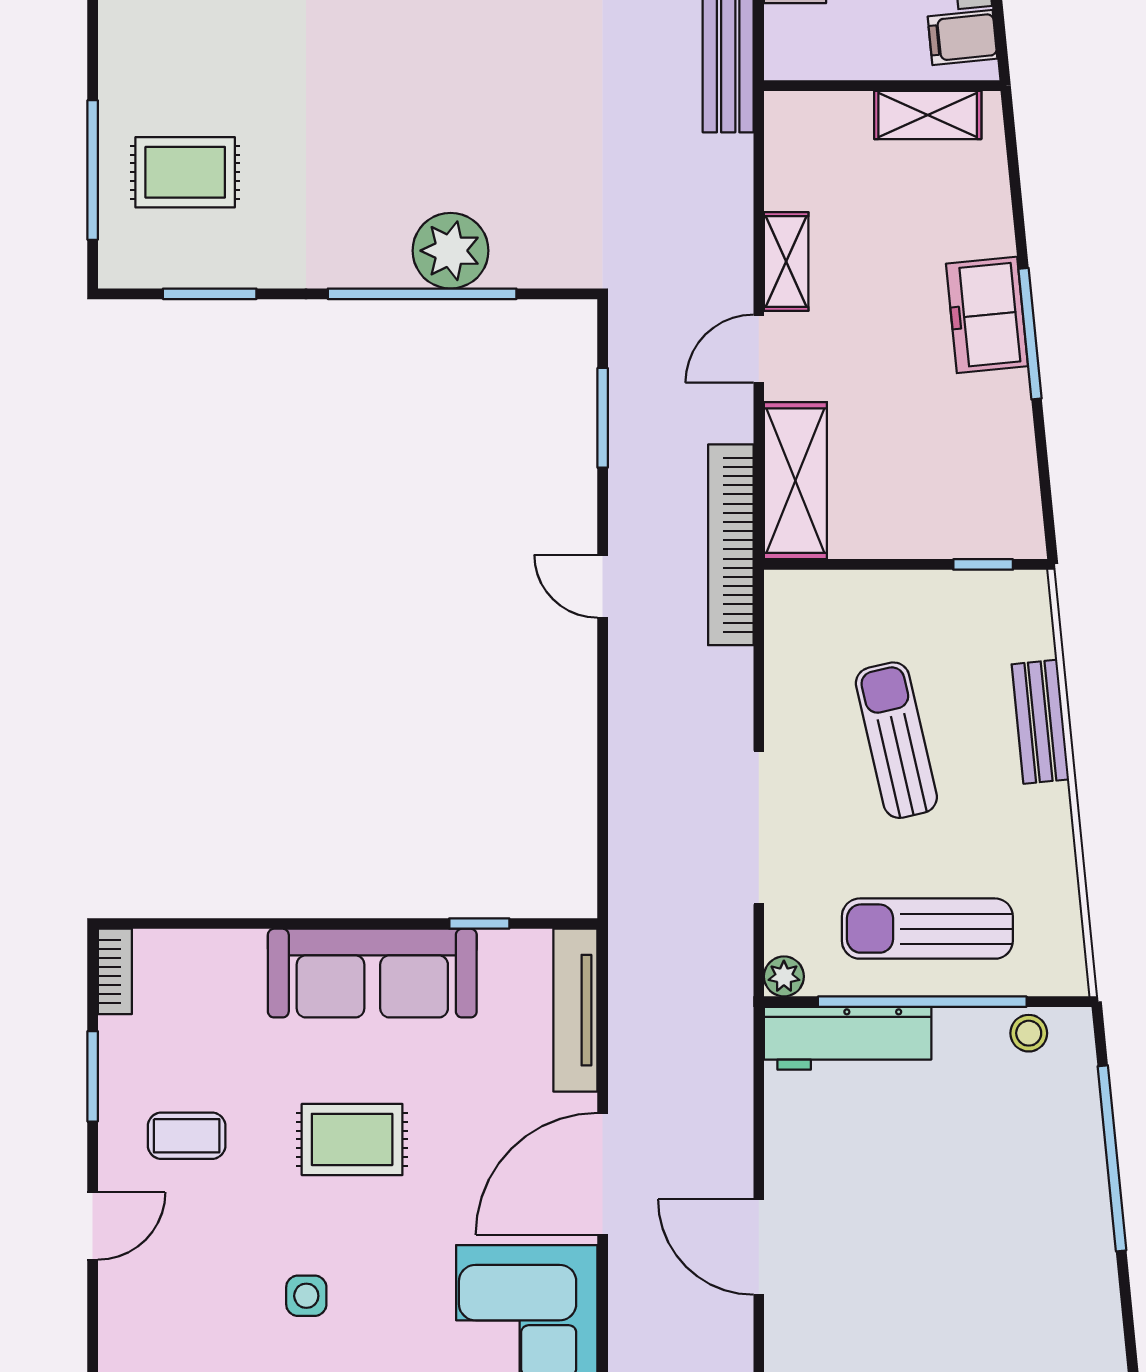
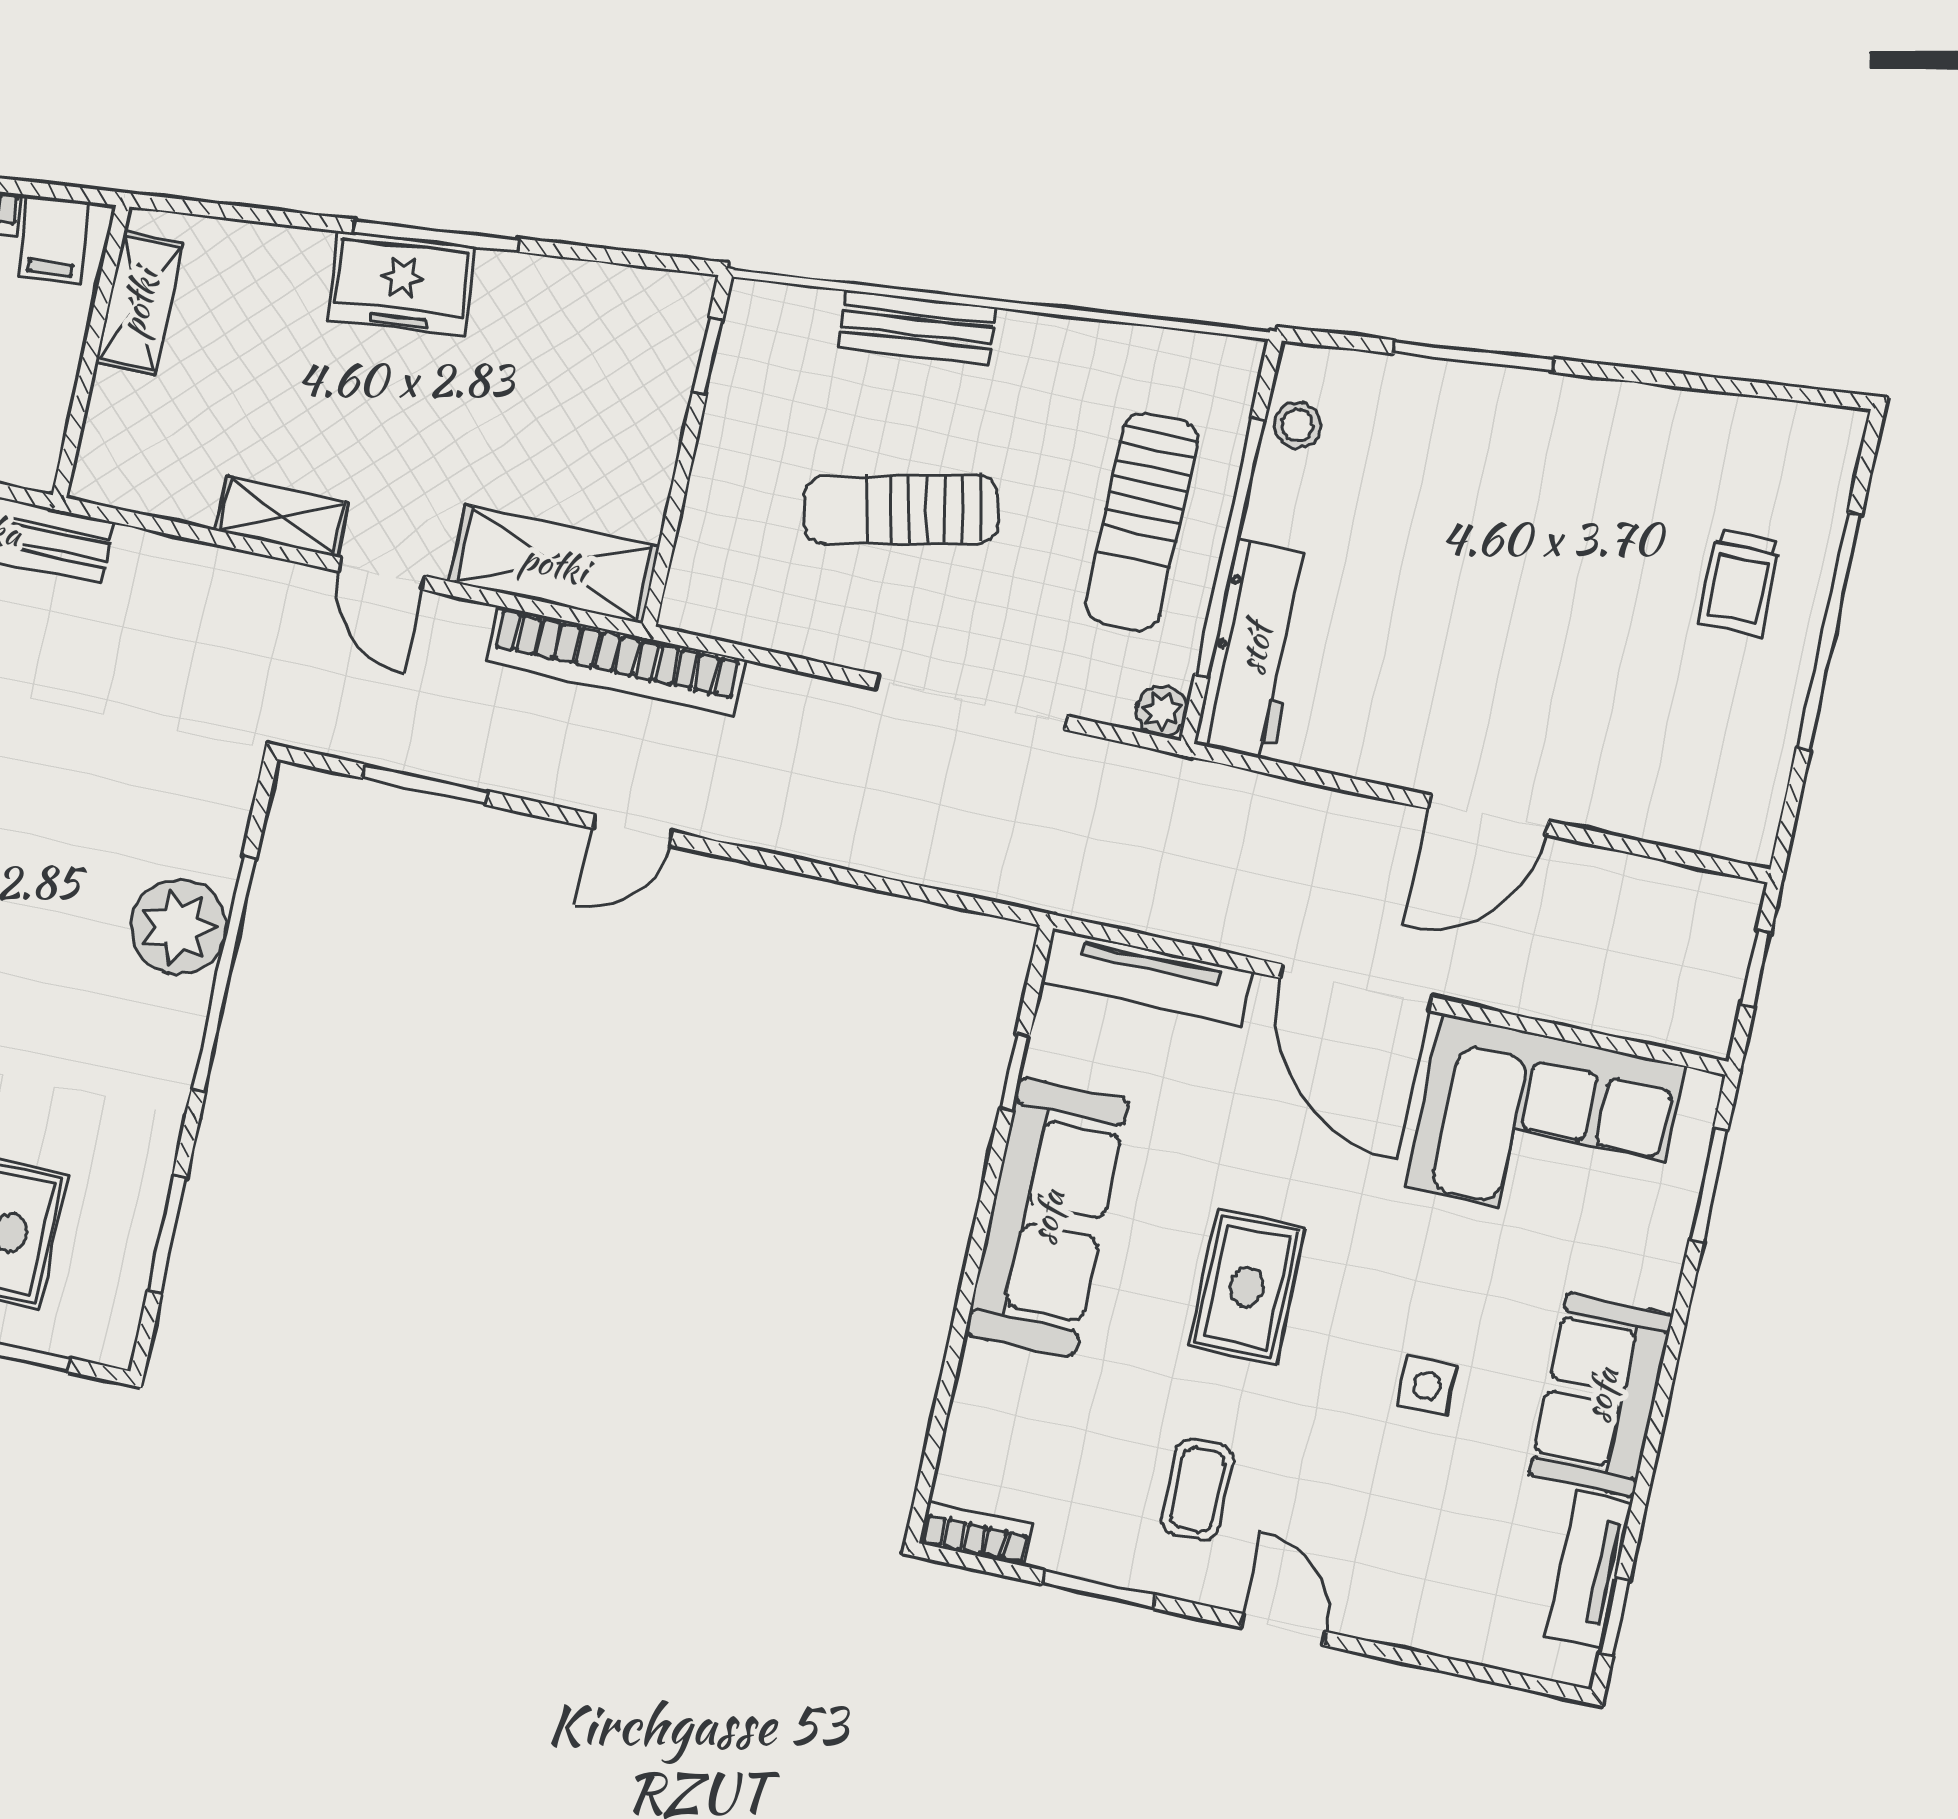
window: (1112, 1158) -> (1474, 356), width x0.68

